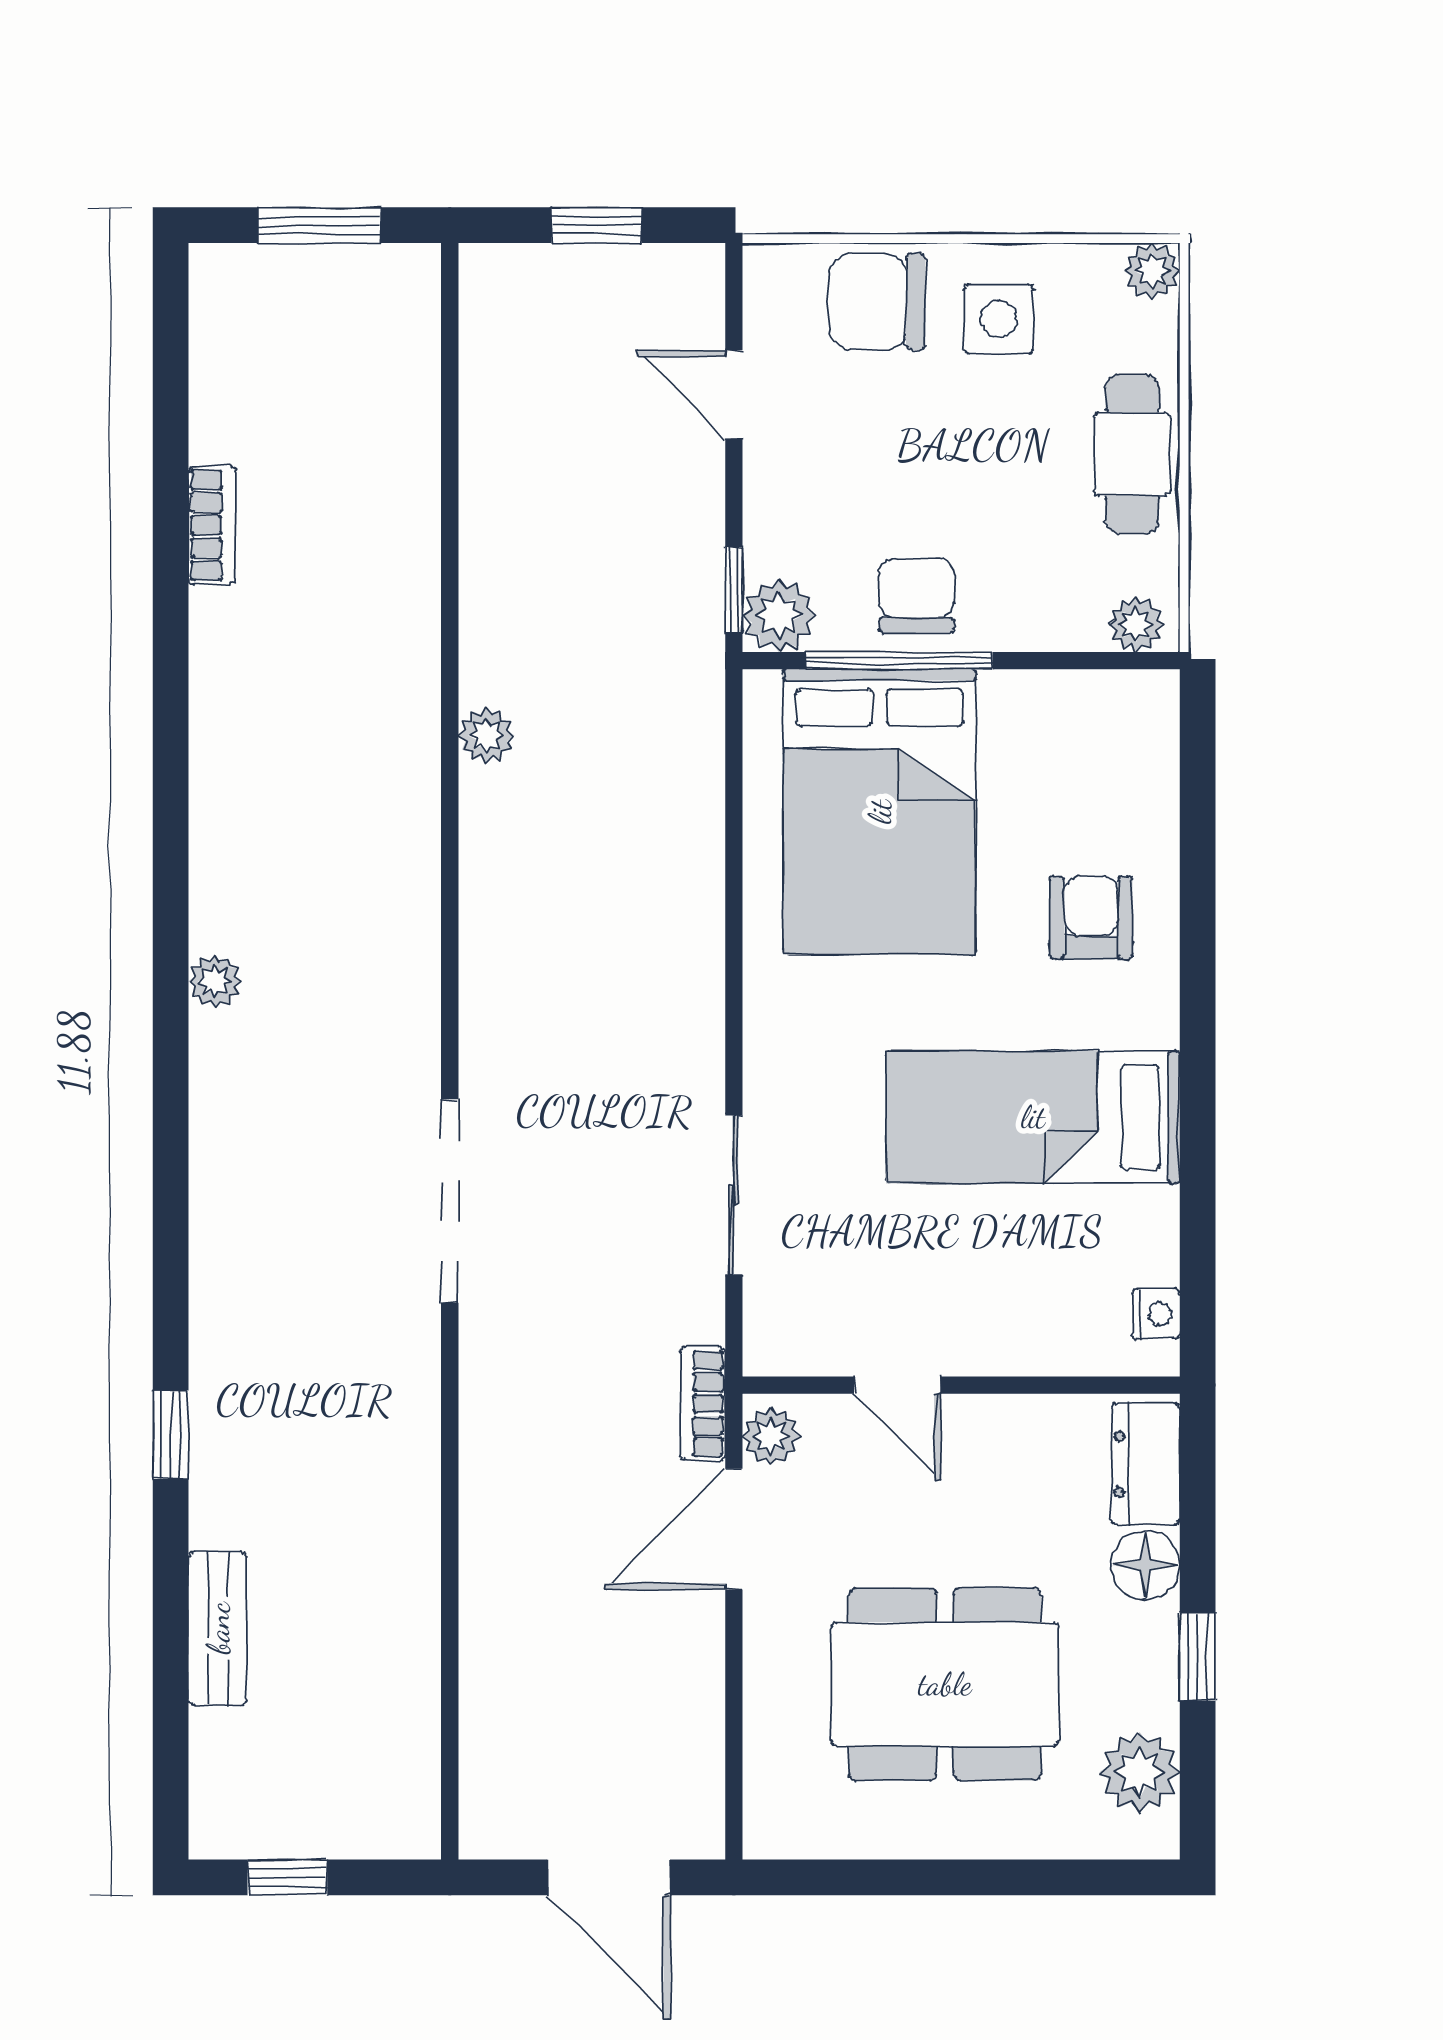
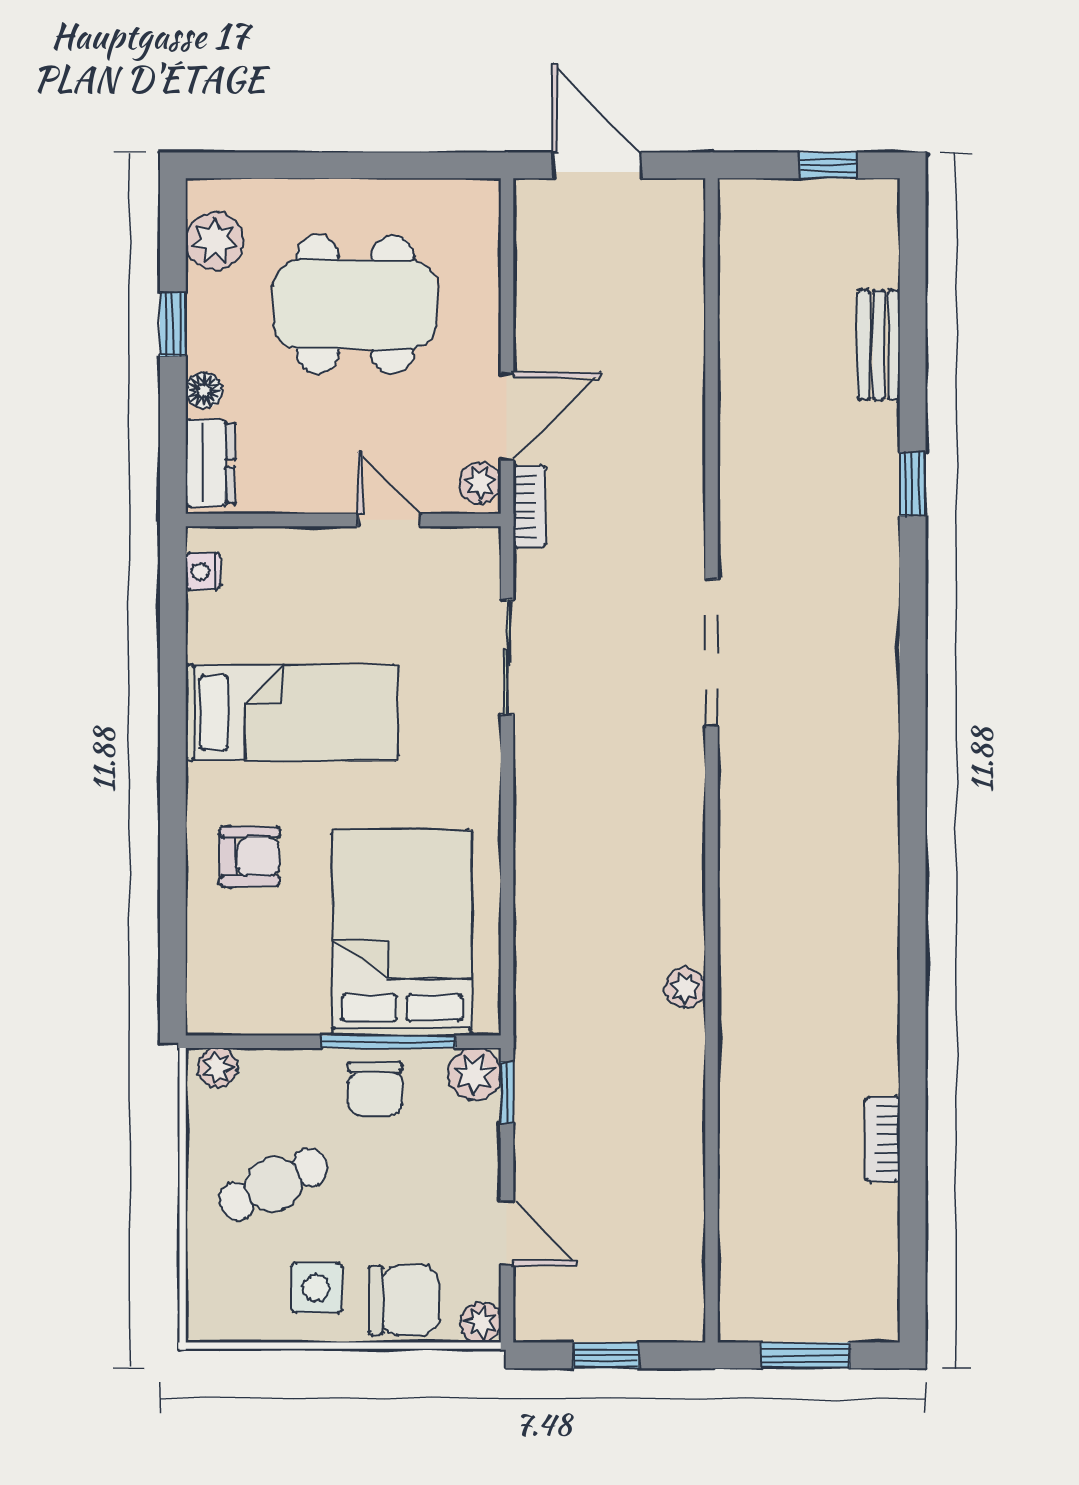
plant: (1152, 271) -> (481, 1322), moved
cafe table: (1132, 454) -> (273, 1184), moved, turned 65
armchair: (1091, 917) -> (250, 857), turned -90
plant: (215, 981) -> (881, 811), removed
floor lamp: (1145, 1565) -> (204, 390), width x0.73, depth x0.73

